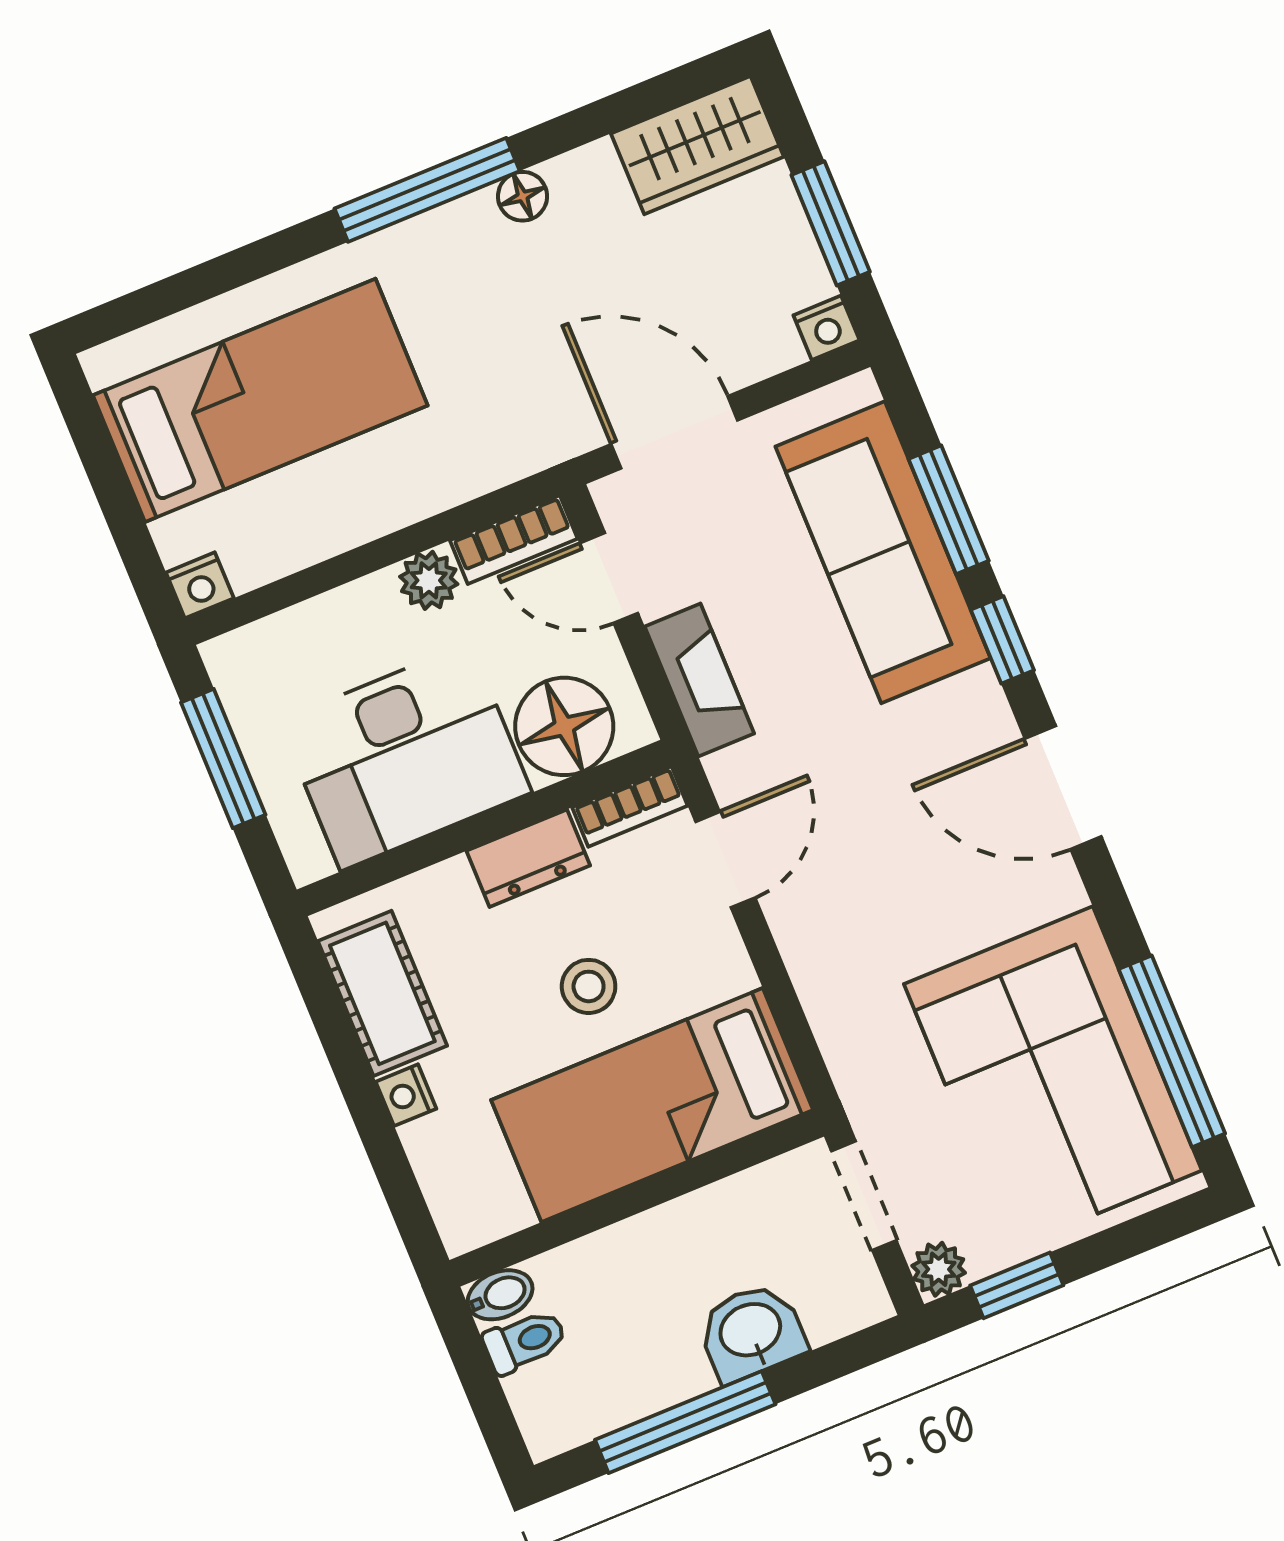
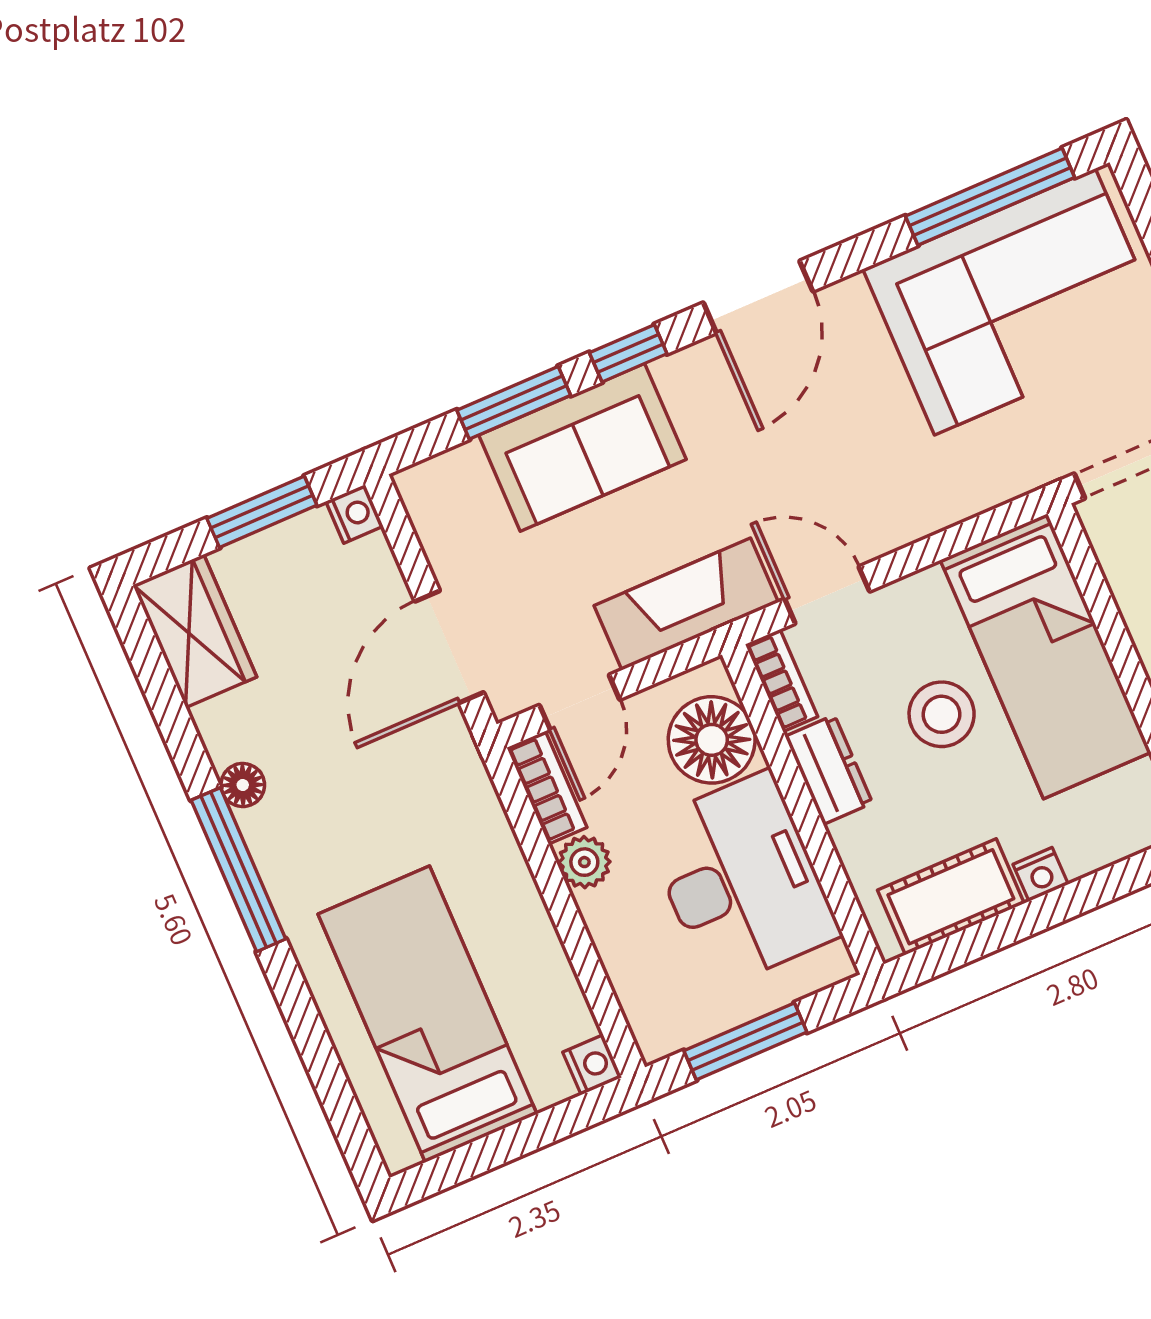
sofa: (883, 552) -> (582, 447), width x0.73
fireplace: (699, 680) -> (686, 604), width x1.37, depth x1.32
stool: (589, 986) -> (942, 714), width x1.37, depth x1.37

